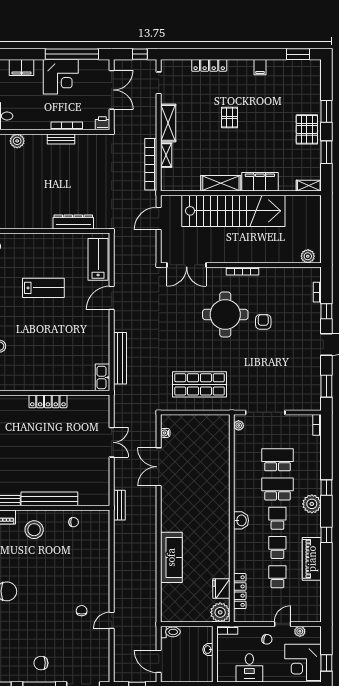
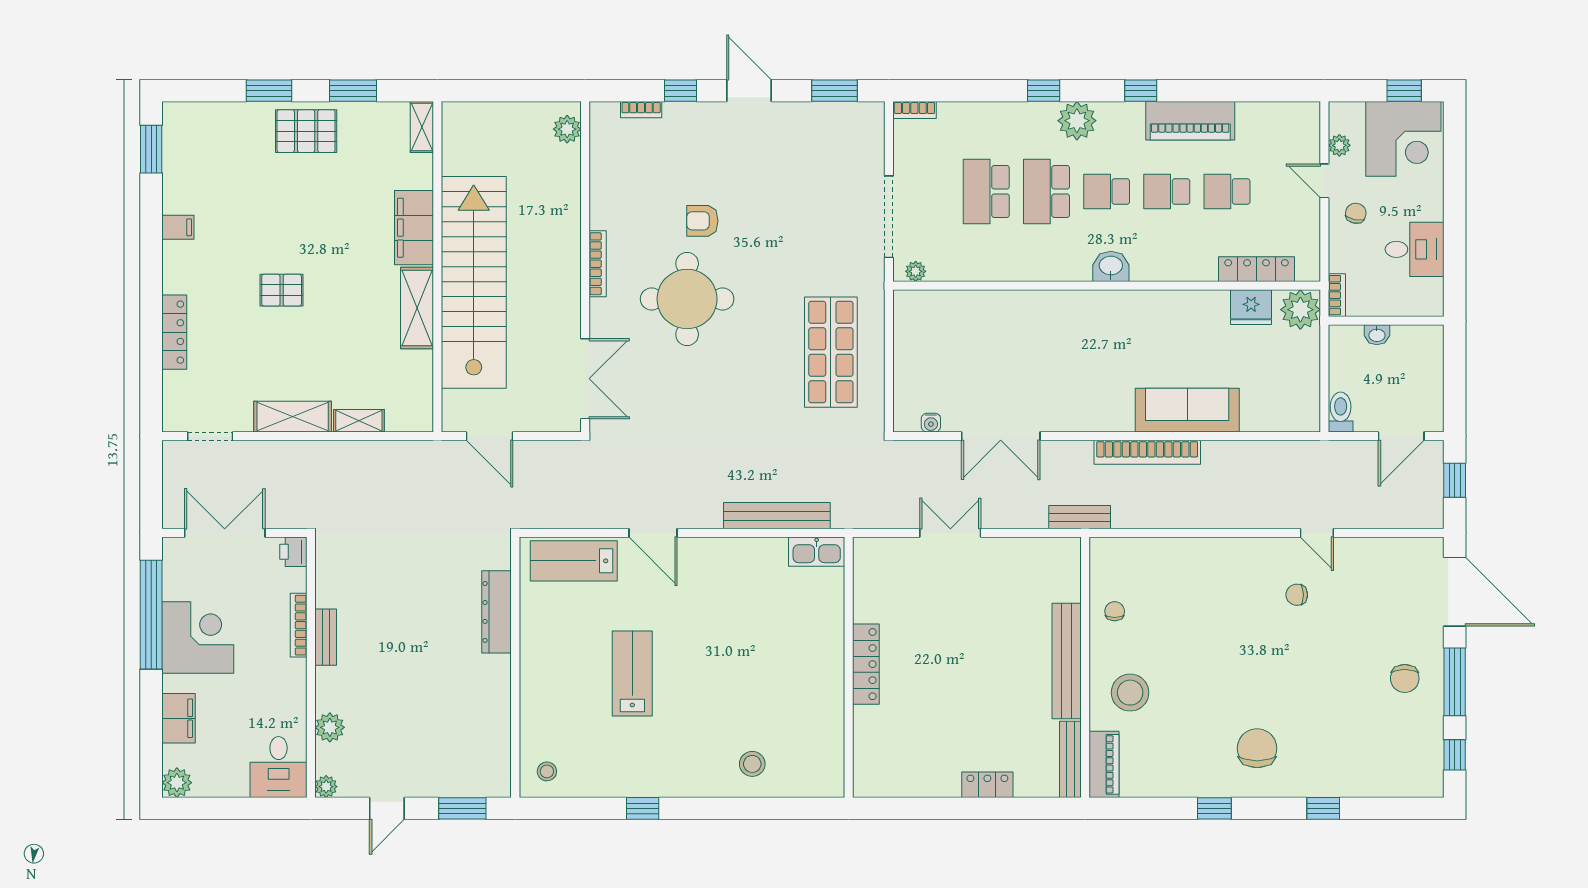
window: (140, 54) -> (151, 475), removed
bookcase: (151, 164) -> (1147, 452), moved

